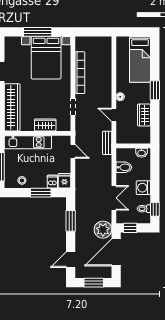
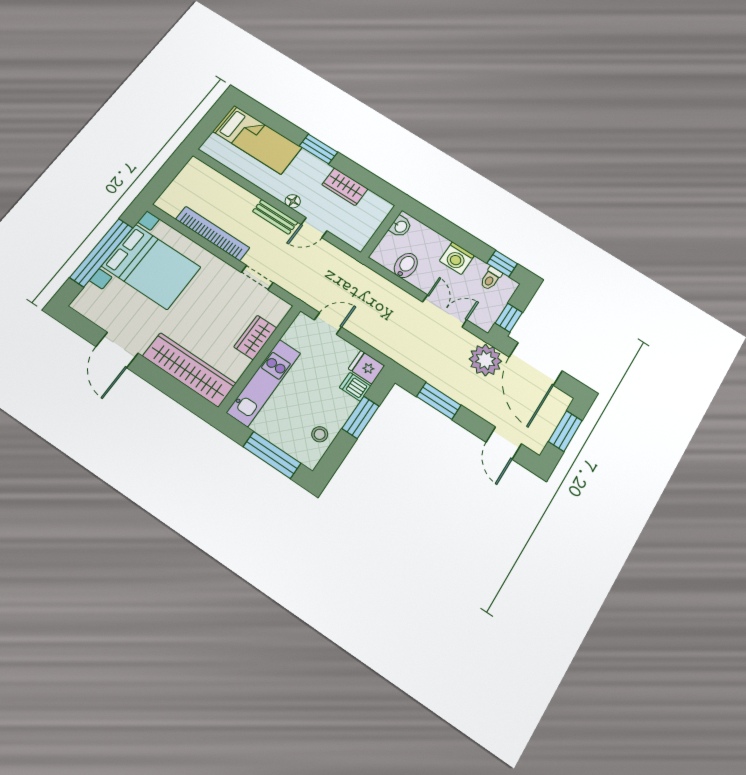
window: (38, 32) -> (101, 252), width x1.46
bench: (107, 143) -> (275, 217), moved

